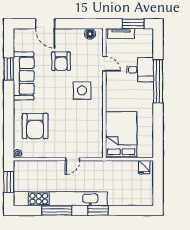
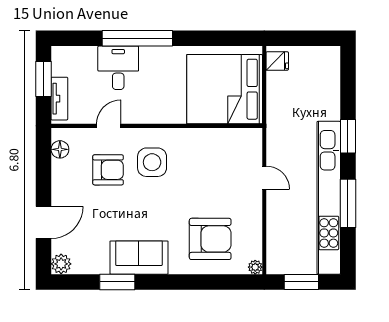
plant: (20, 35) -> (61, 264), added
armchair: (61, 61) -> (108, 170), moved
sofa: (24, 76) -> (139, 258), width x0.73
bed: (121, 135) -> (225, 89), width x1.36

